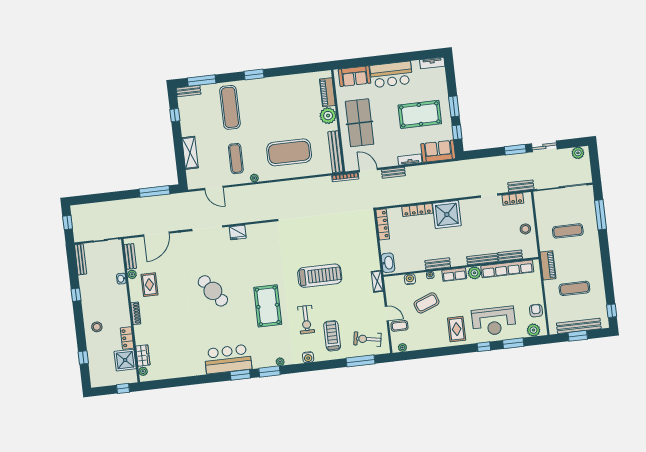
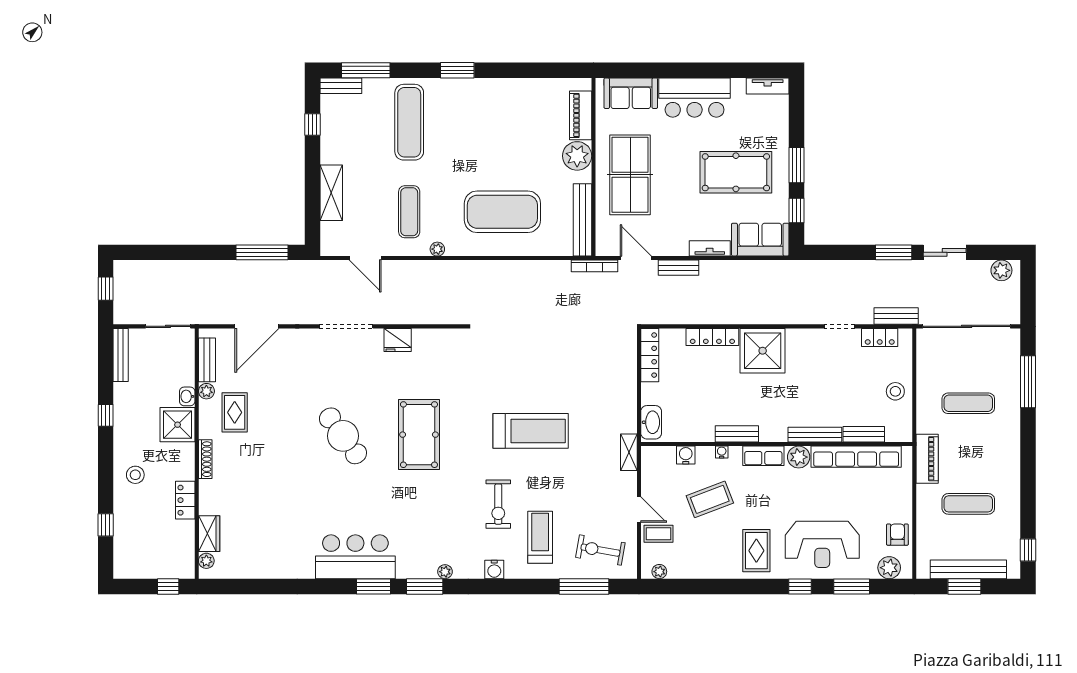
pool table: (268, 306) -> (419, 435), moved
shower: (125, 360) -> (178, 425), moved

